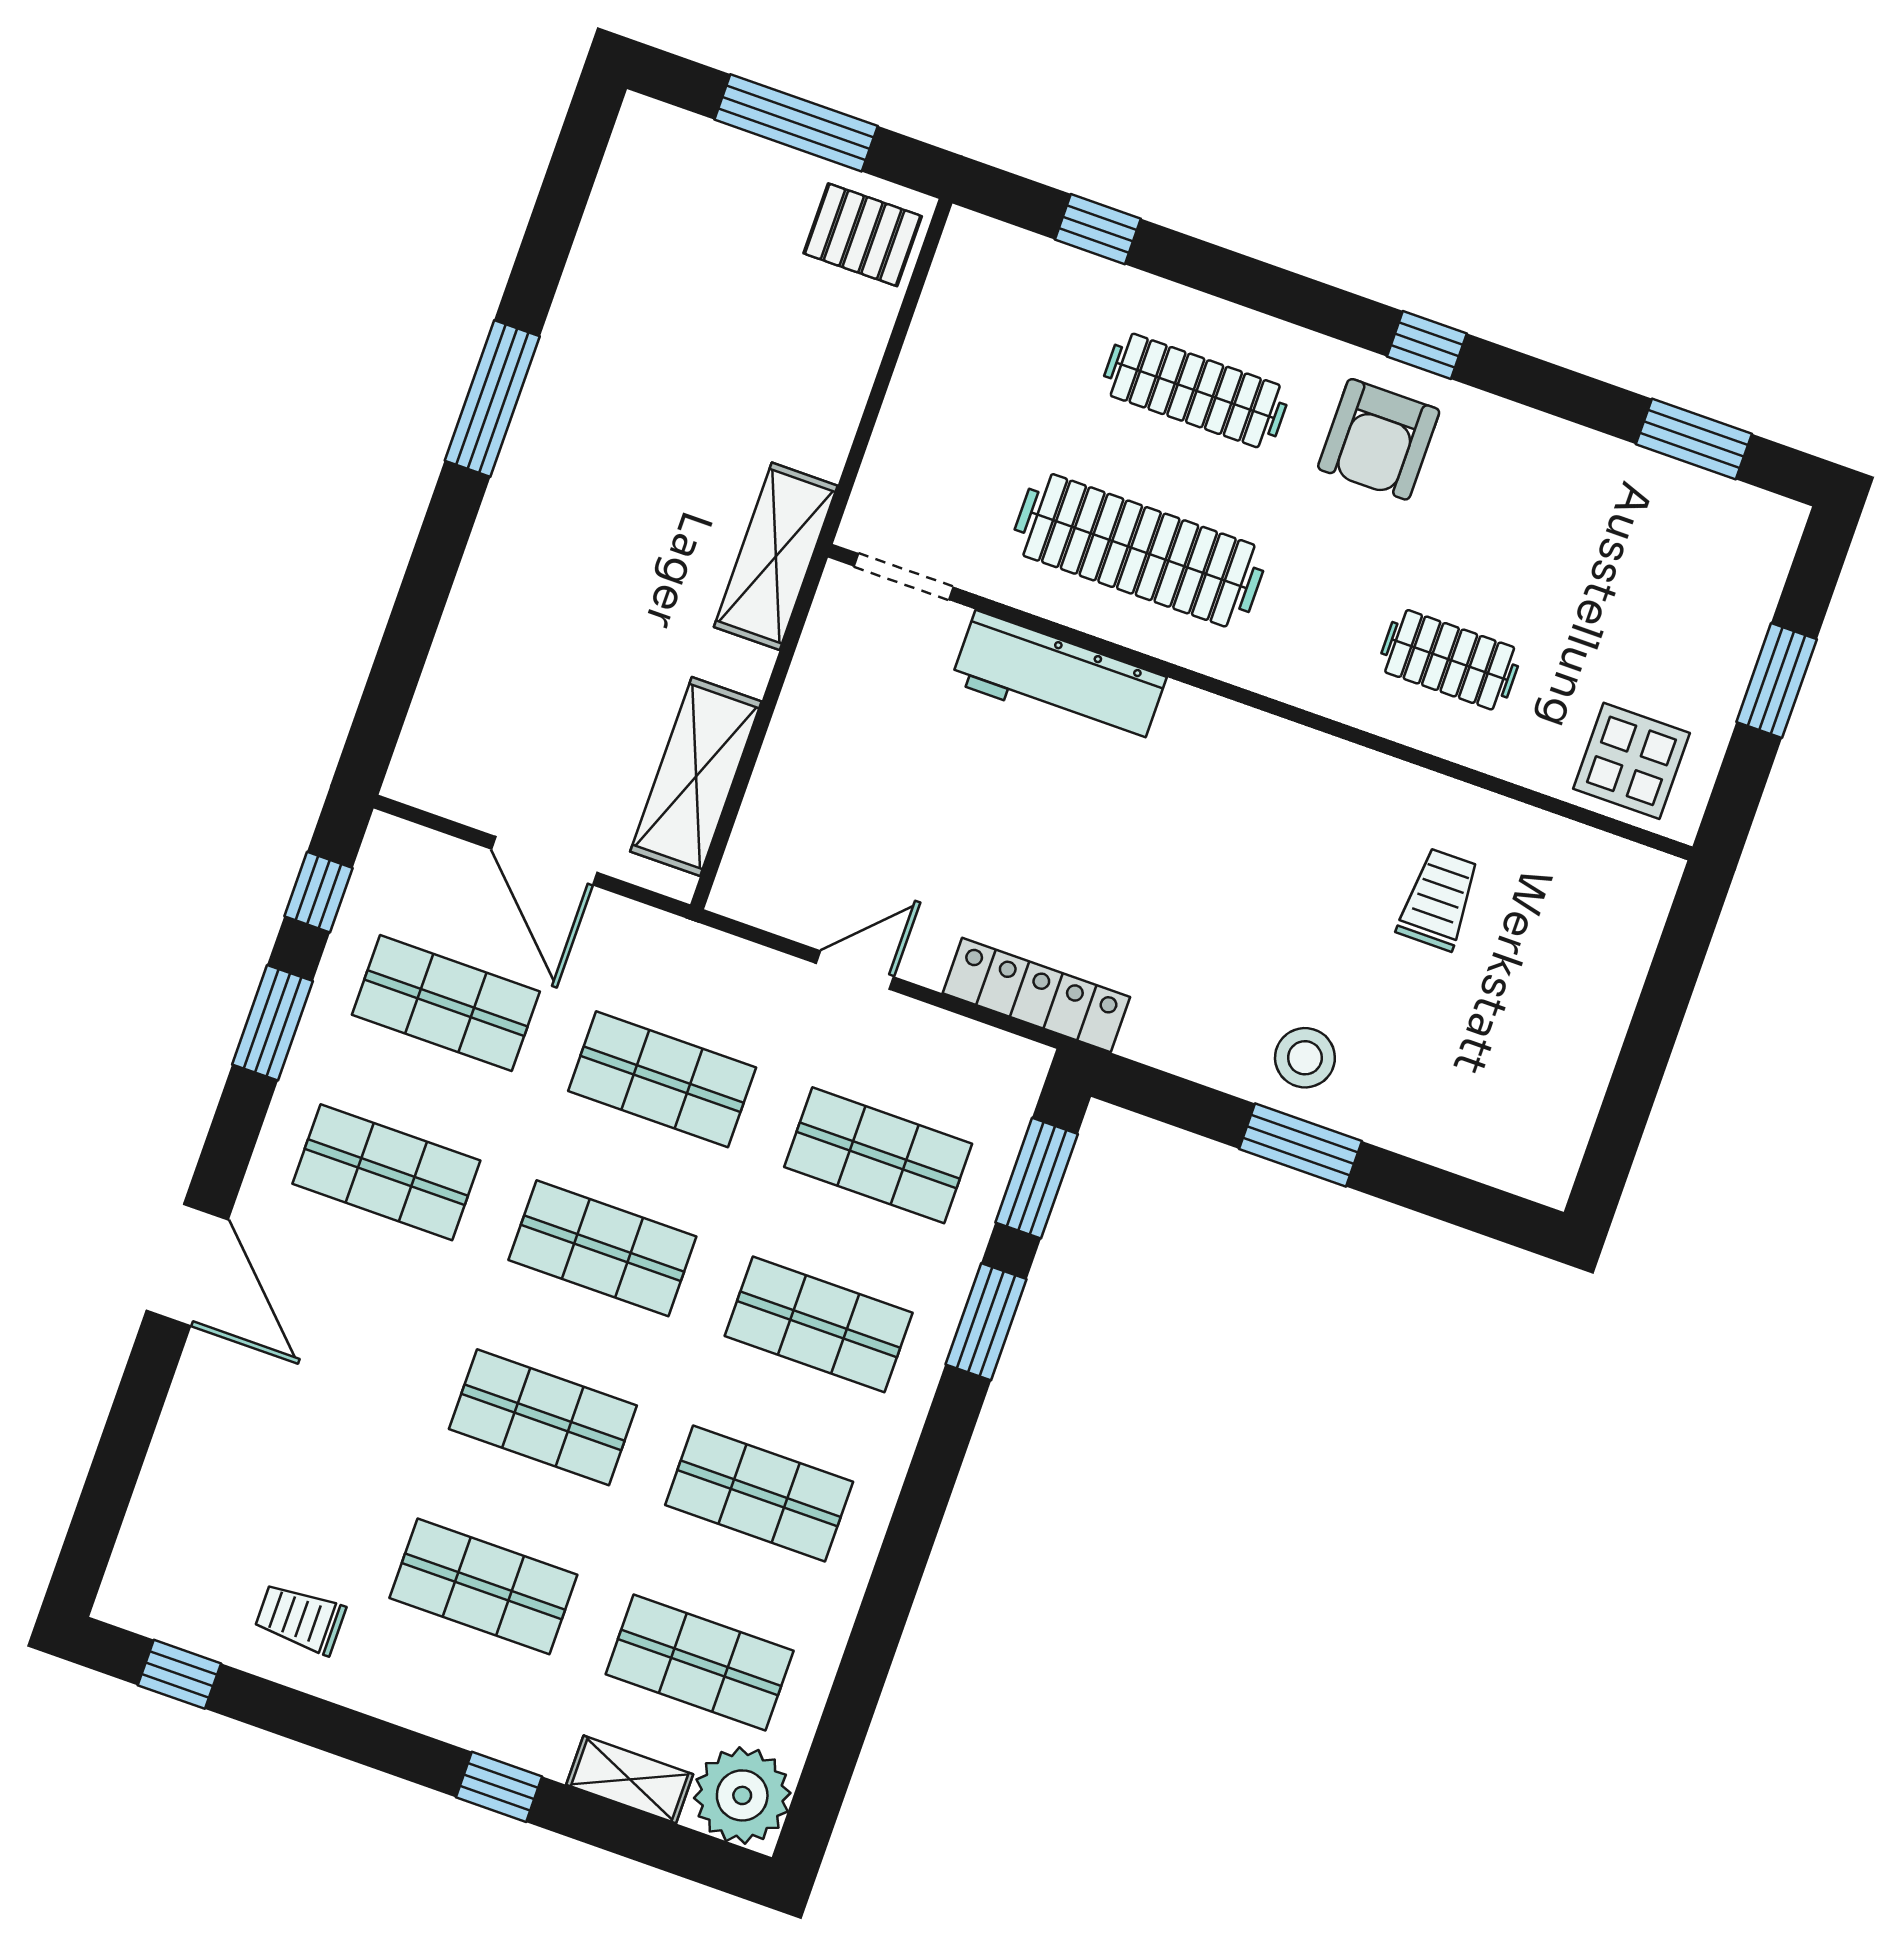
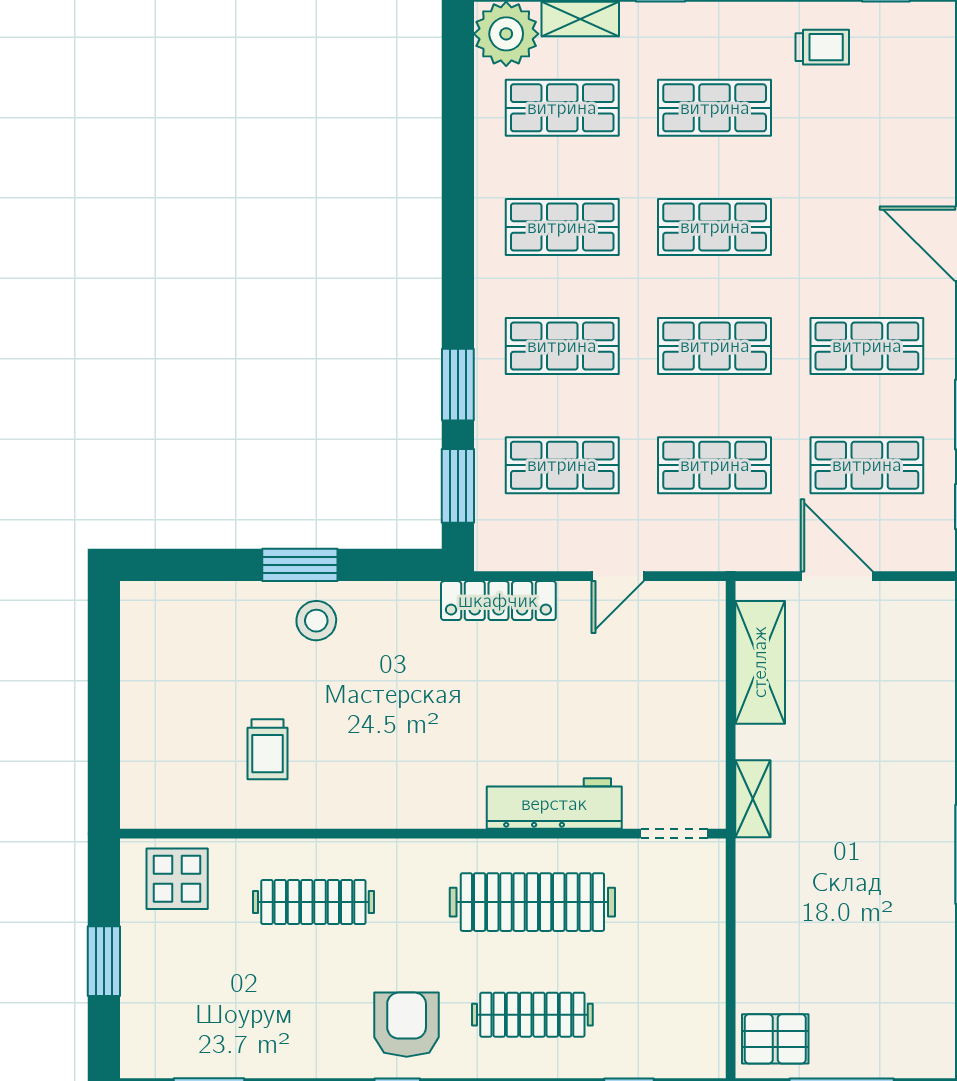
shelving: (776, 556) -> (753, 799), width x0.67, depth x0.75
clothes rail: (1450, 660) -> (313, 902), width x1.36

